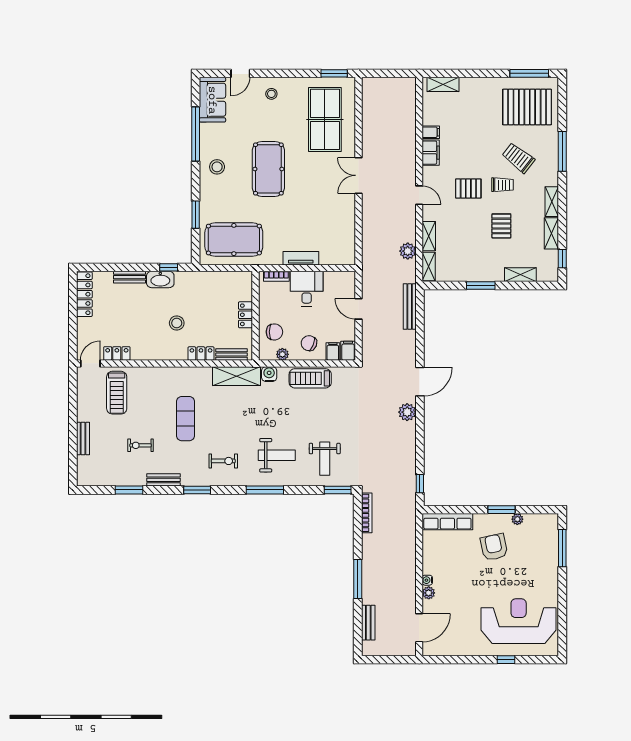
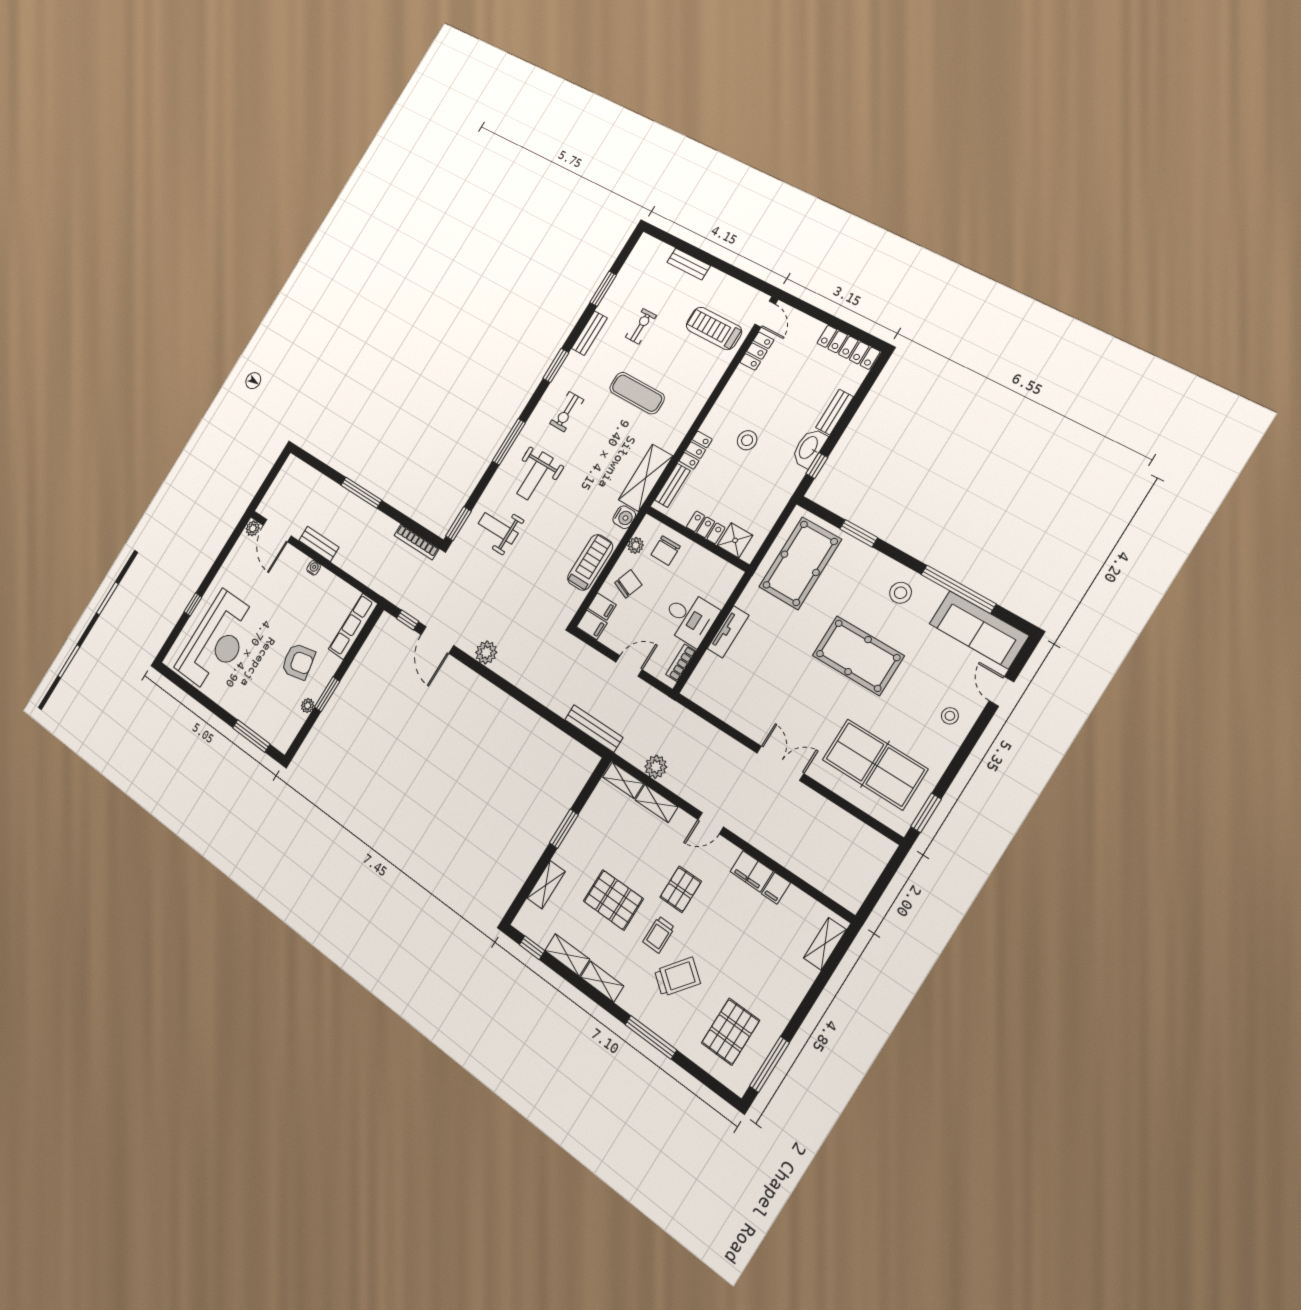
sofa: (212, 100) -> (979, 630), width x1.36
pallet: (527, 107) -> (730, 1032), width x0.73, depth x0.71
pallet: (501, 226) -> (613, 900), width x1.50, depth x1.42
bookcase: (276, 276) -> (681, 663), moved
shower: (243, 290) -> (735, 540), added
door: (420, 382) -> (437, 640), moved
plant: (429, 593) -> (253, 528), moved
bench: (368, 623) -> (319, 544), moved

